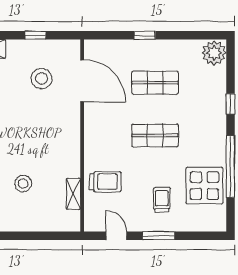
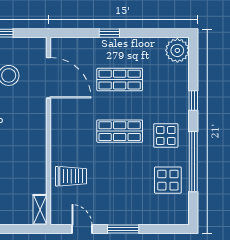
display table: (202, 140) -> (166, 135), added
display table: (204, 186) -> (168, 180), width x0.73, depth x0.73
shelving: (73, 194) -> (40, 210), moved
trolley: (162, 200) -> (126, 194), removed

